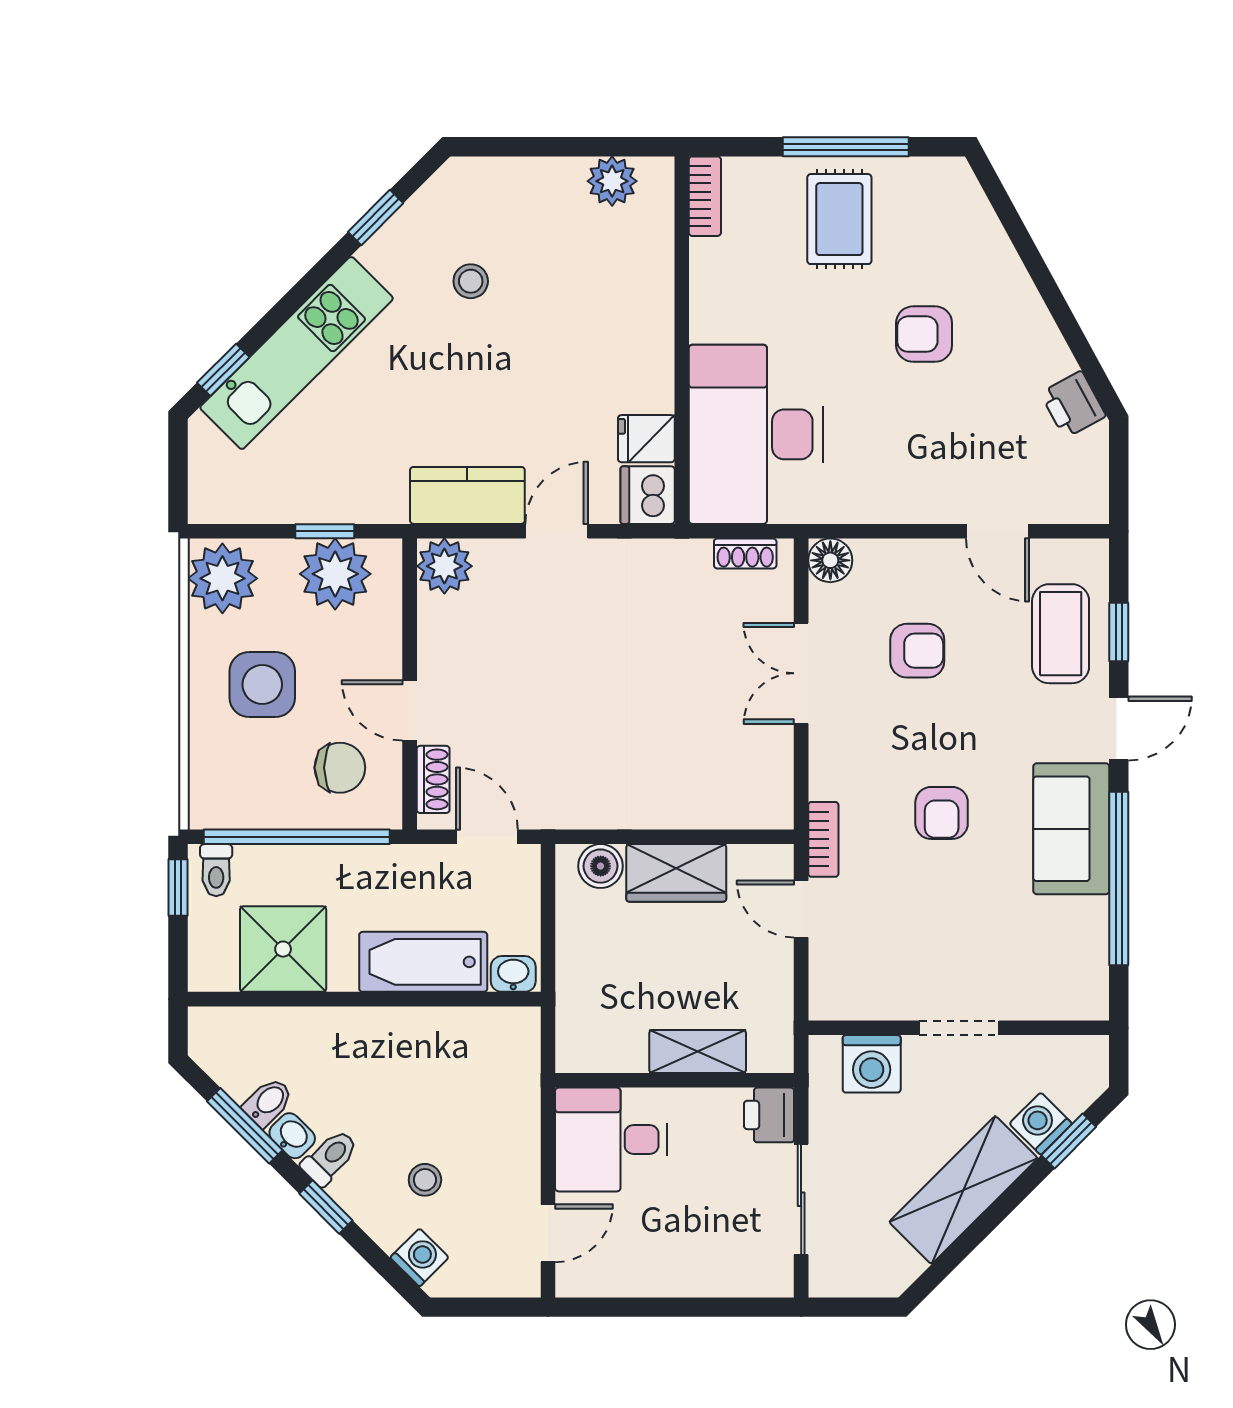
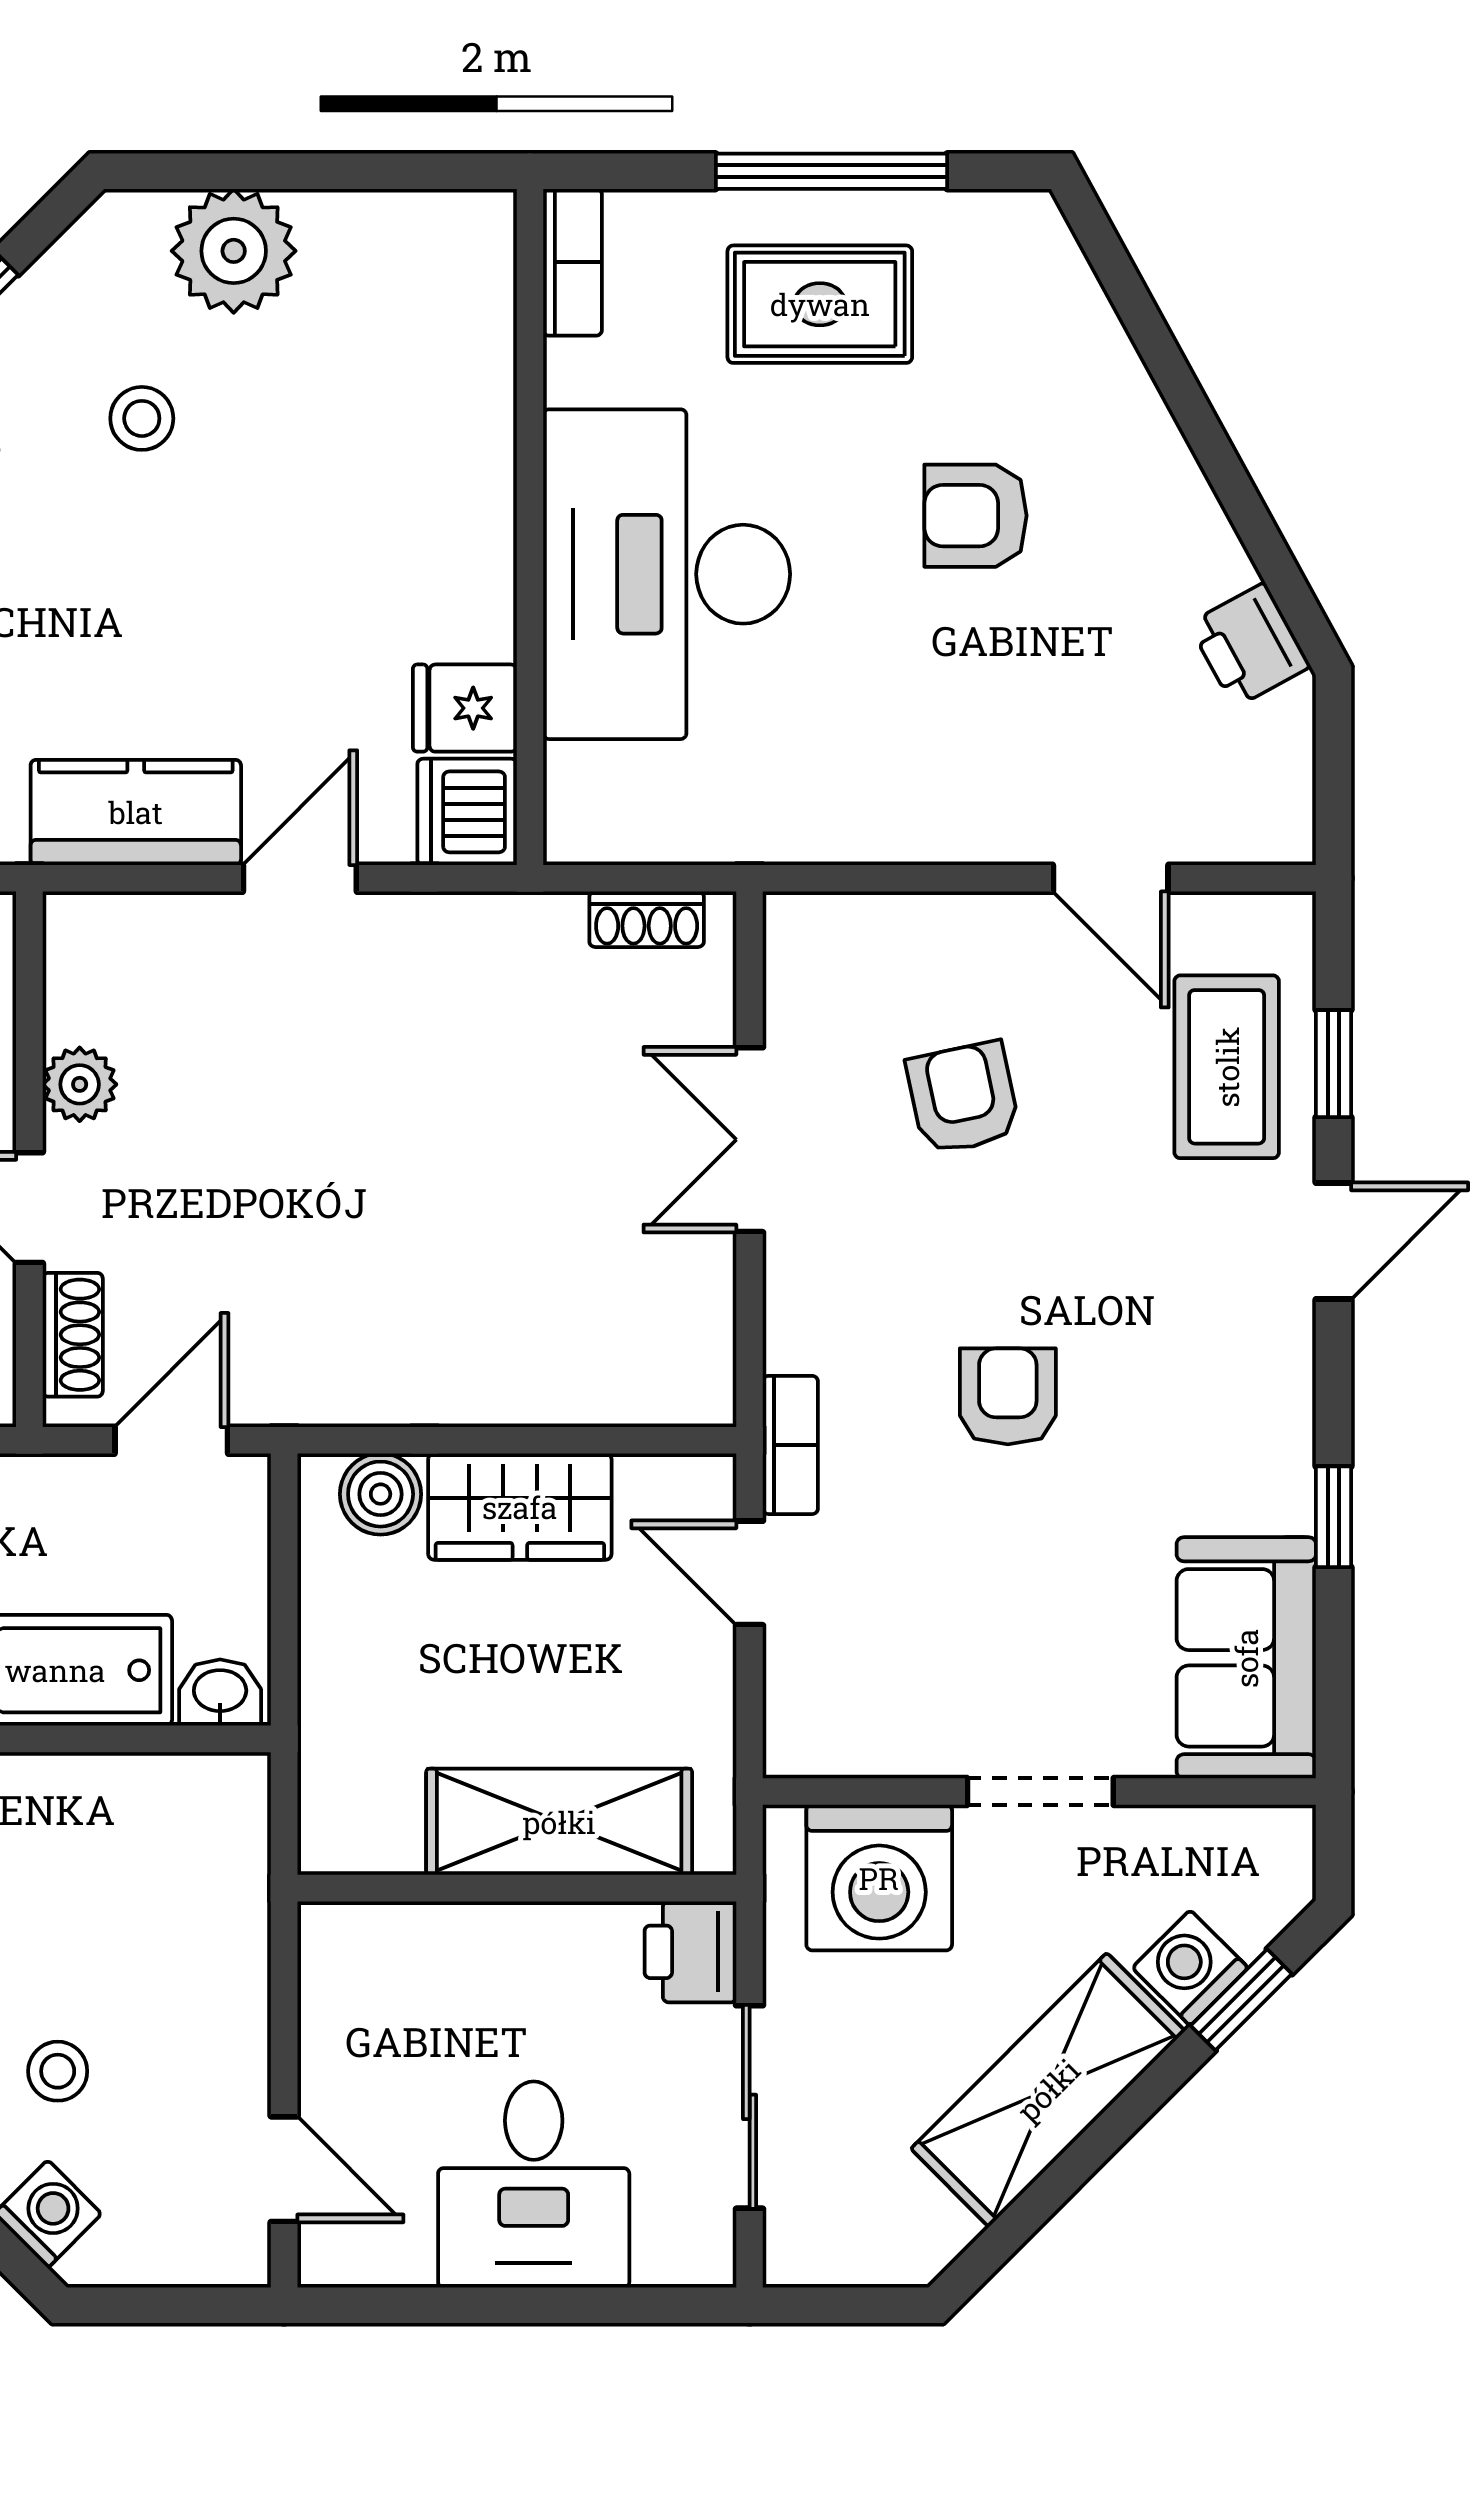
plant: (612, 181) -> (234, 251), moved, width x1.36, depth x1.36
rug: (839, 219) -> (820, 304), turned 90
desk: (756, 434) -> (667, 574), moved
floor lamp: (830, 560) -> (803, 932), removed
plant: (444, 566) -> (80, 1084), moved, width x0.73, depth x0.73
armchair: (917, 651) -> (963, 1098), turned -102
armchair: (942, 813) -> (1008, 1396), turned 180
sofa: (1071, 829) -> (1246, 1658), moved
door: (487, 837) -> (171, 1440), hinge flipped
window: (1119, 878) -> (1334, 1517), width x0.32
shelving: (698, 1051) -> (559, 1822), width x1.50, depth x1.33
washing machine: (872, 1064) -> (879, 1878), width x1.37, depth x1.37
desk: (611, 1140) -> (534, 2185), moved, turned -90
door: (548, 1233) -> (284, 2169), hinge flipped

